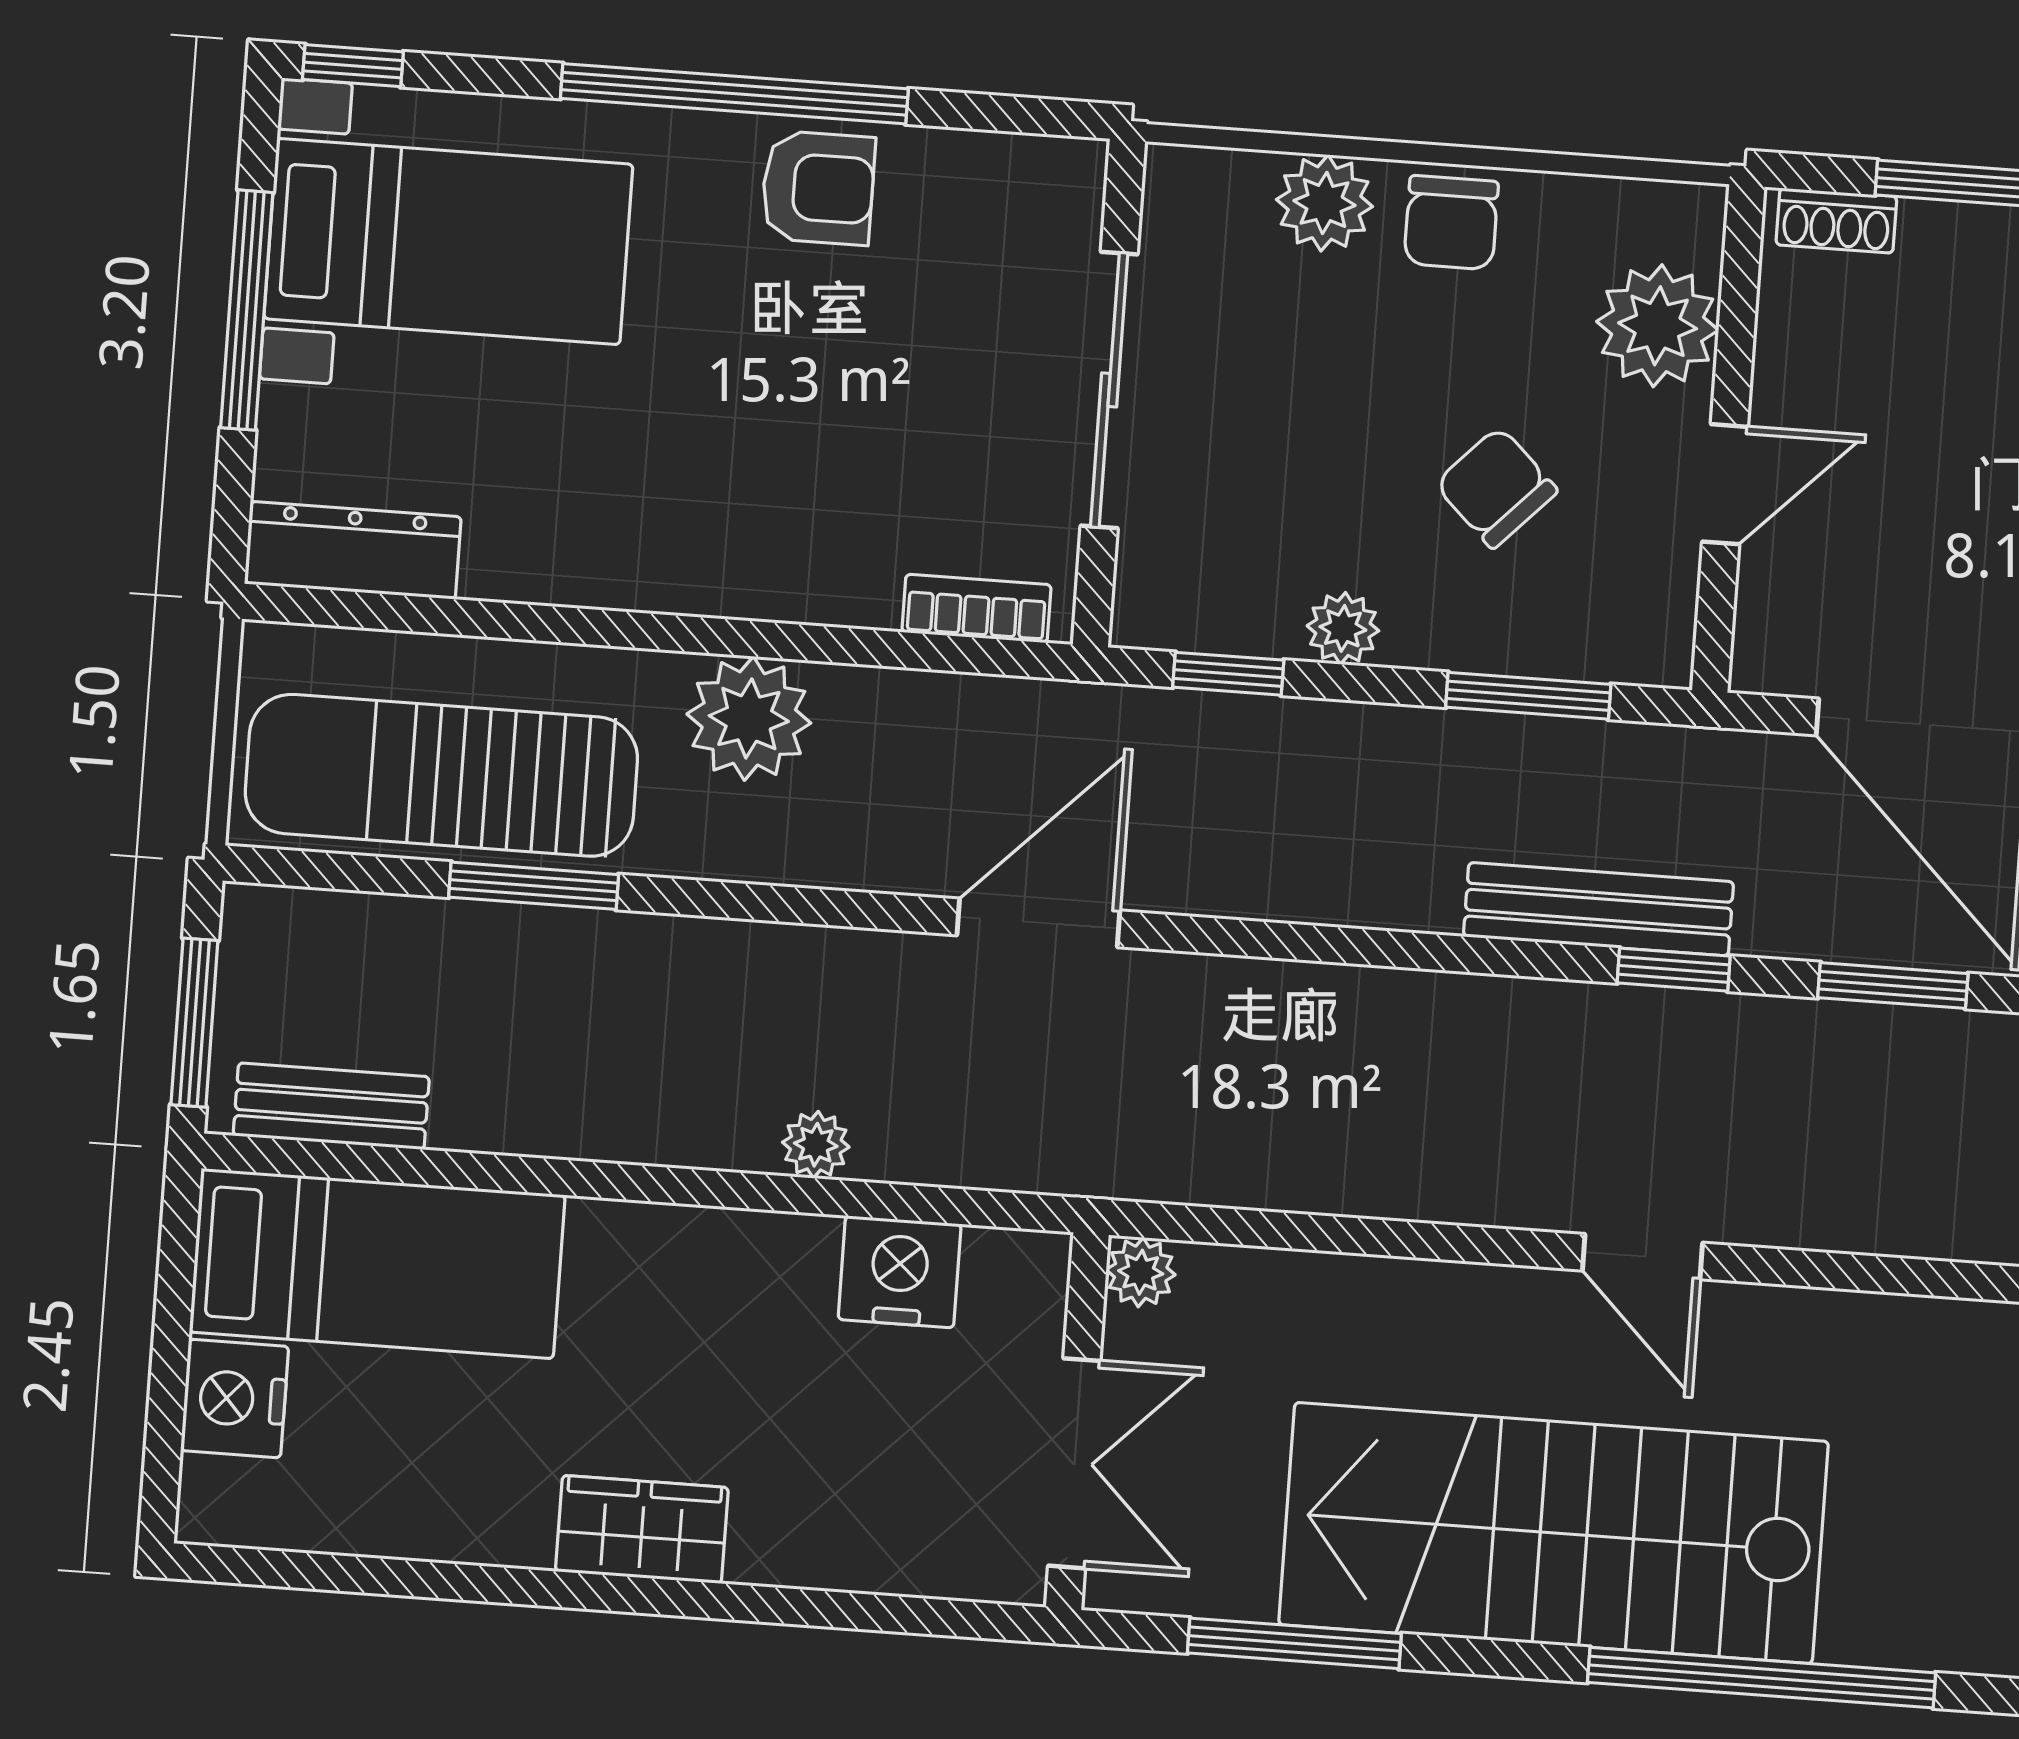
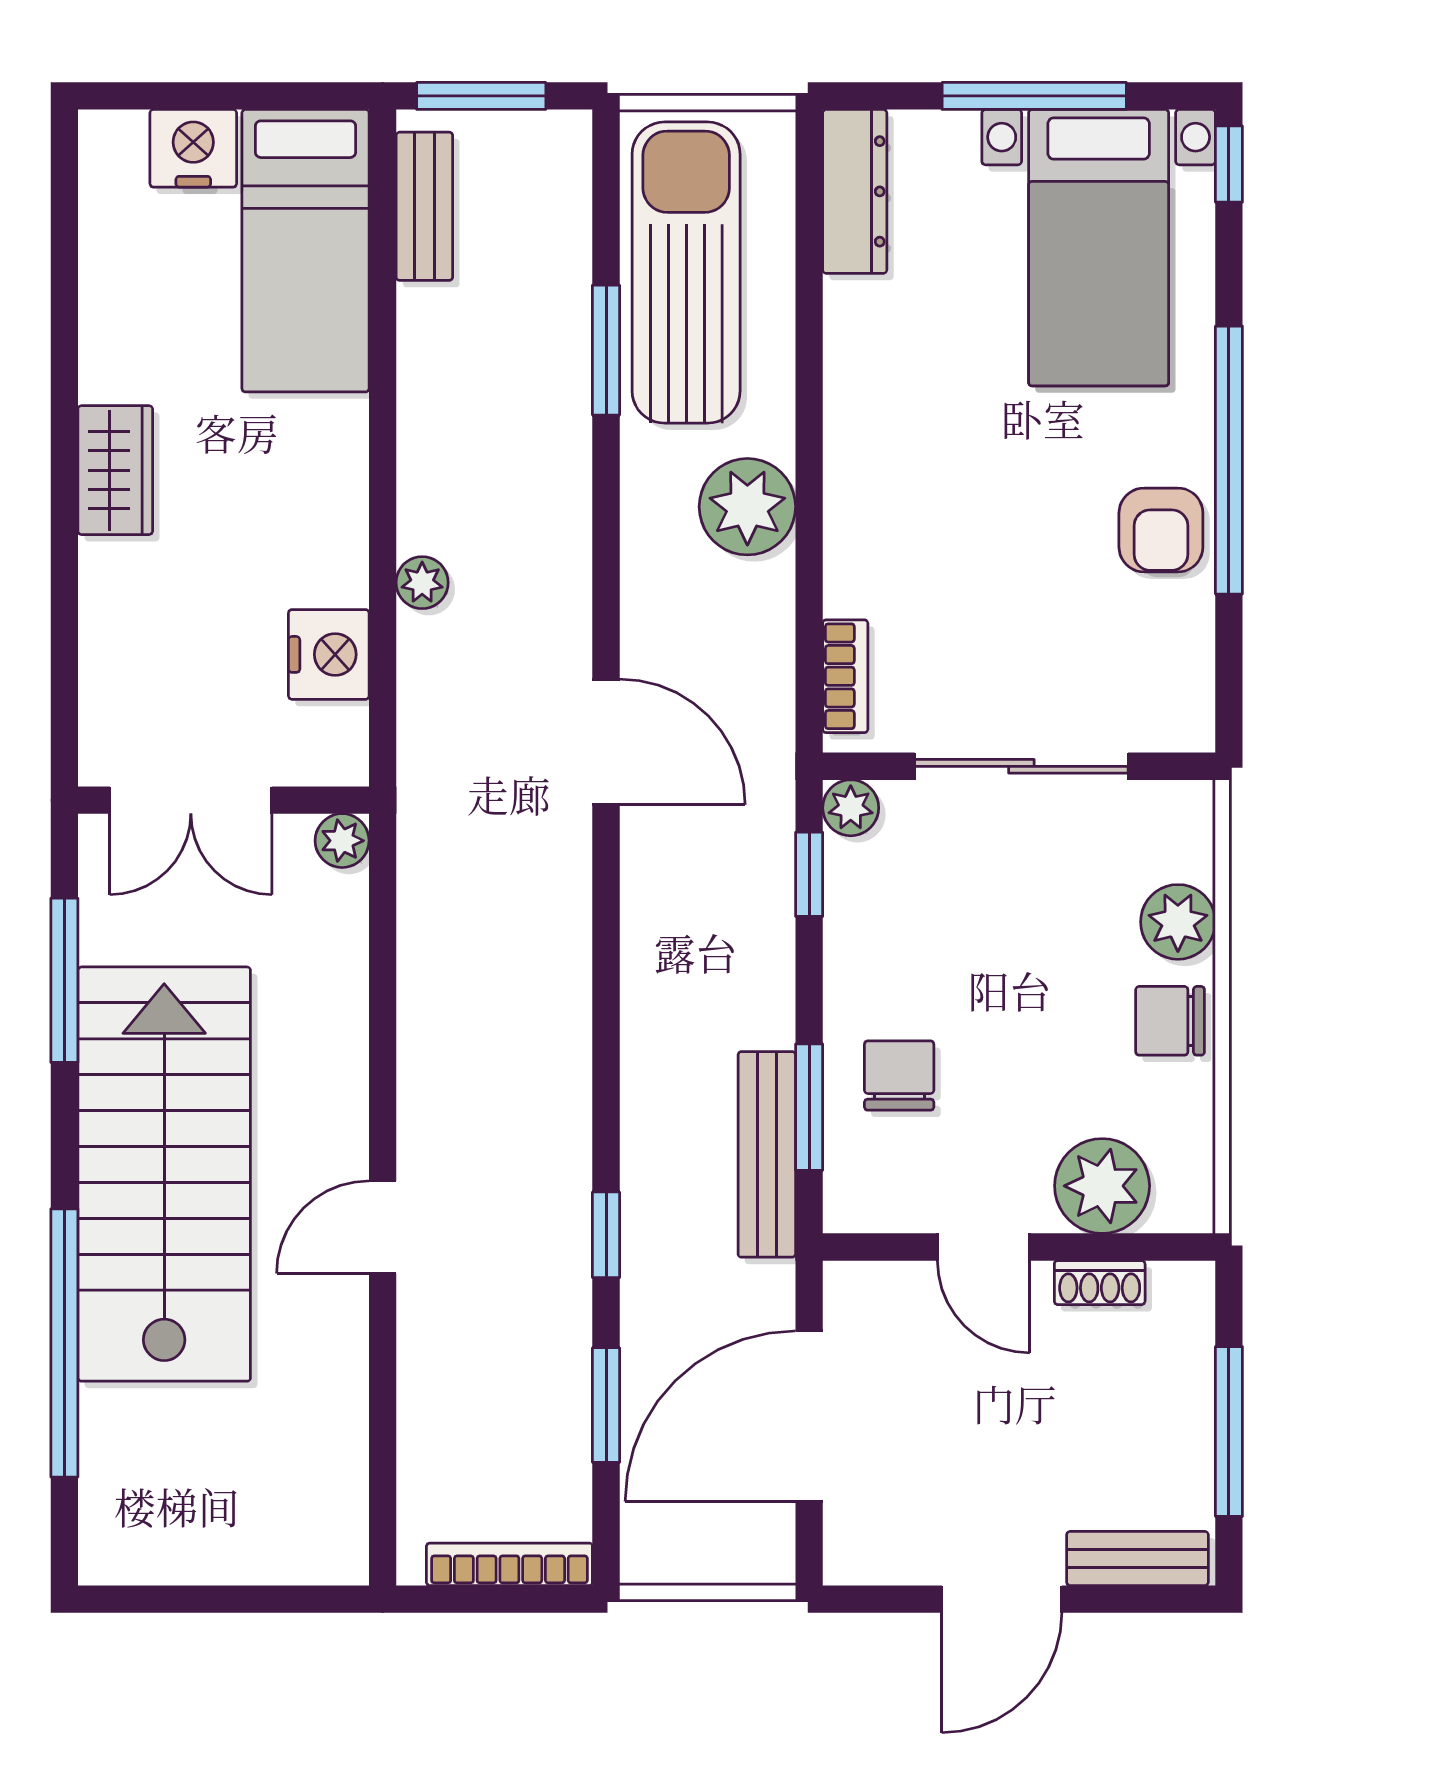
shoe rack: (1836, 221) -> (1100, 1283), moved, turned -90
chair: (1496, 487) -> (899, 1076), moved, turned -44
plant: (1343, 628) -> (851, 808), moved
bench: (1599, 909) -> (767, 1154), moved

